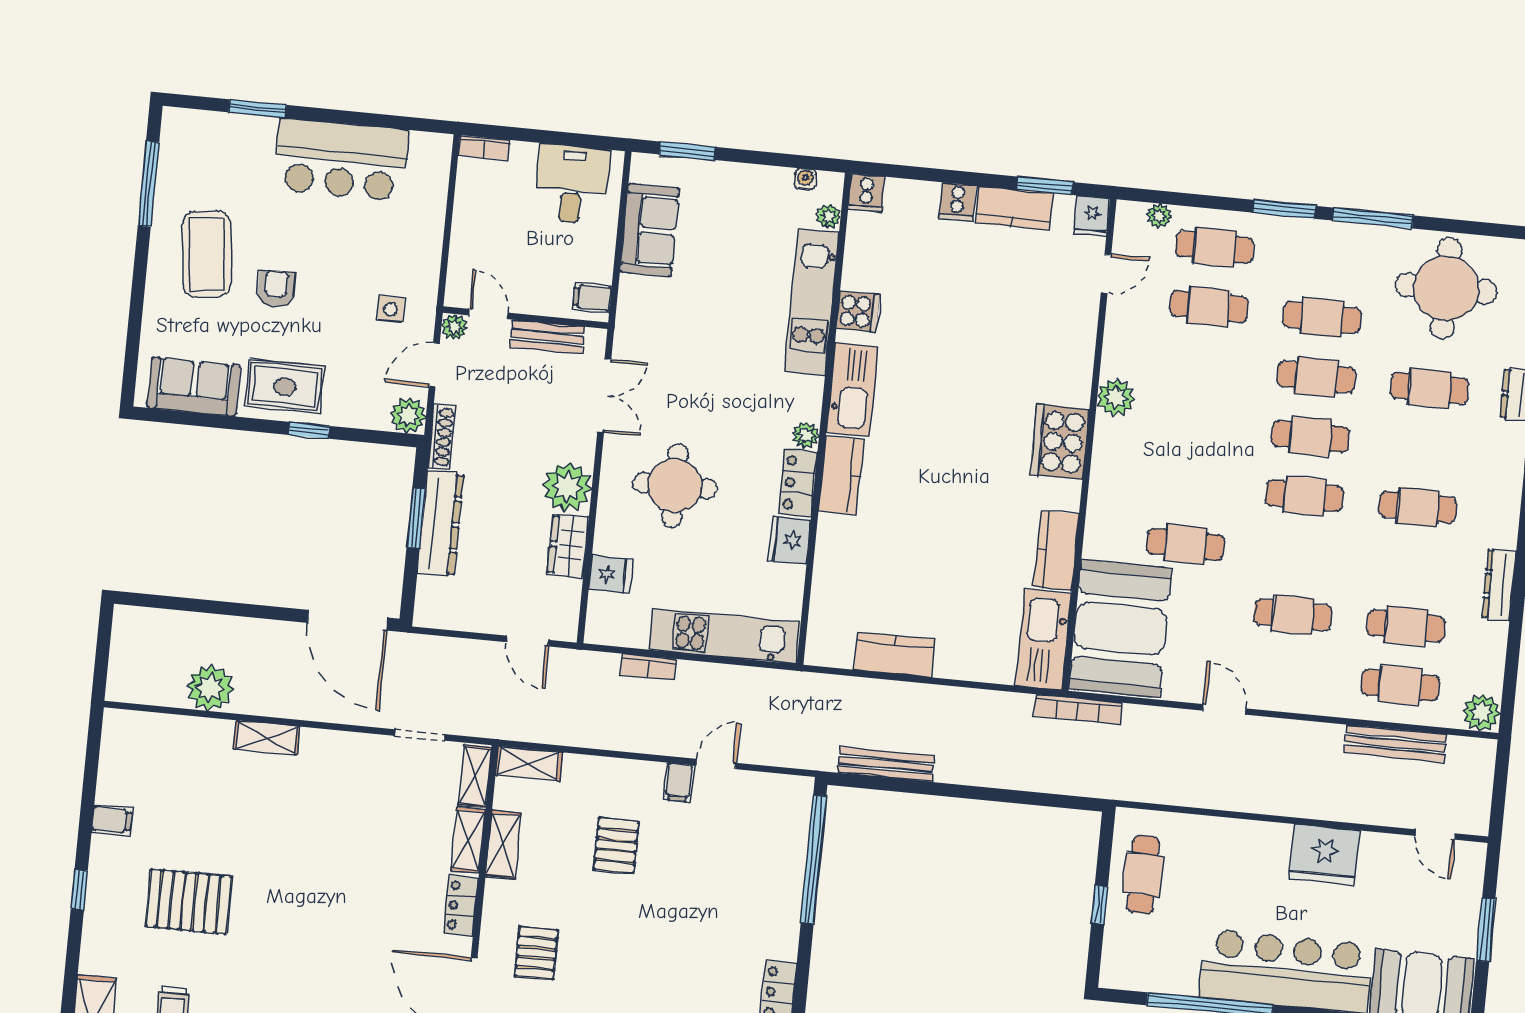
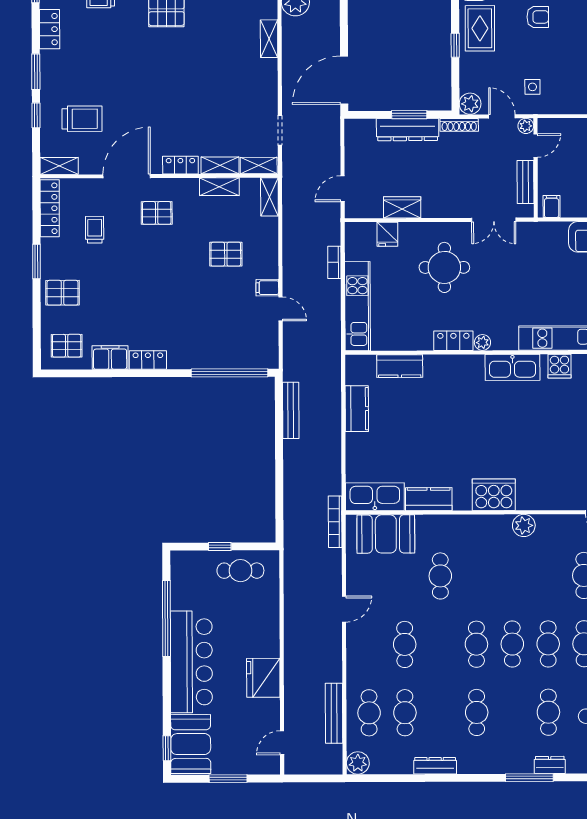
kitchen counter: (841, 475) -> (400, 366), moved
plant: (567, 487) -> (437, 203), removed
fridge: (789, 540) -> (419, 339), removed
booth: (1120, 629) -> (386, 534), width x0.73, depth x0.70

